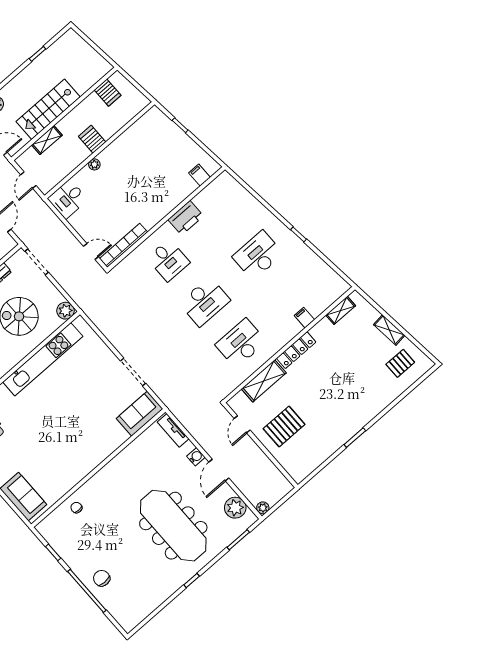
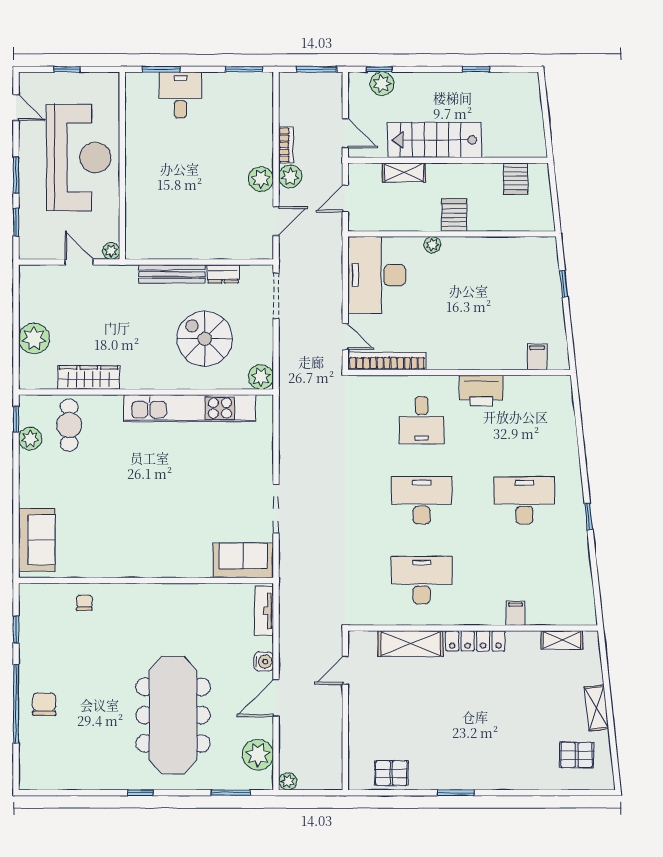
desk: (68, 199) -> (377, 275), width x1.87, depth x1.30
desk: (205, 302) -> (422, 500), turned 180
pallet: (284, 427) -> (391, 773), moved, width x0.67, depth x0.71

